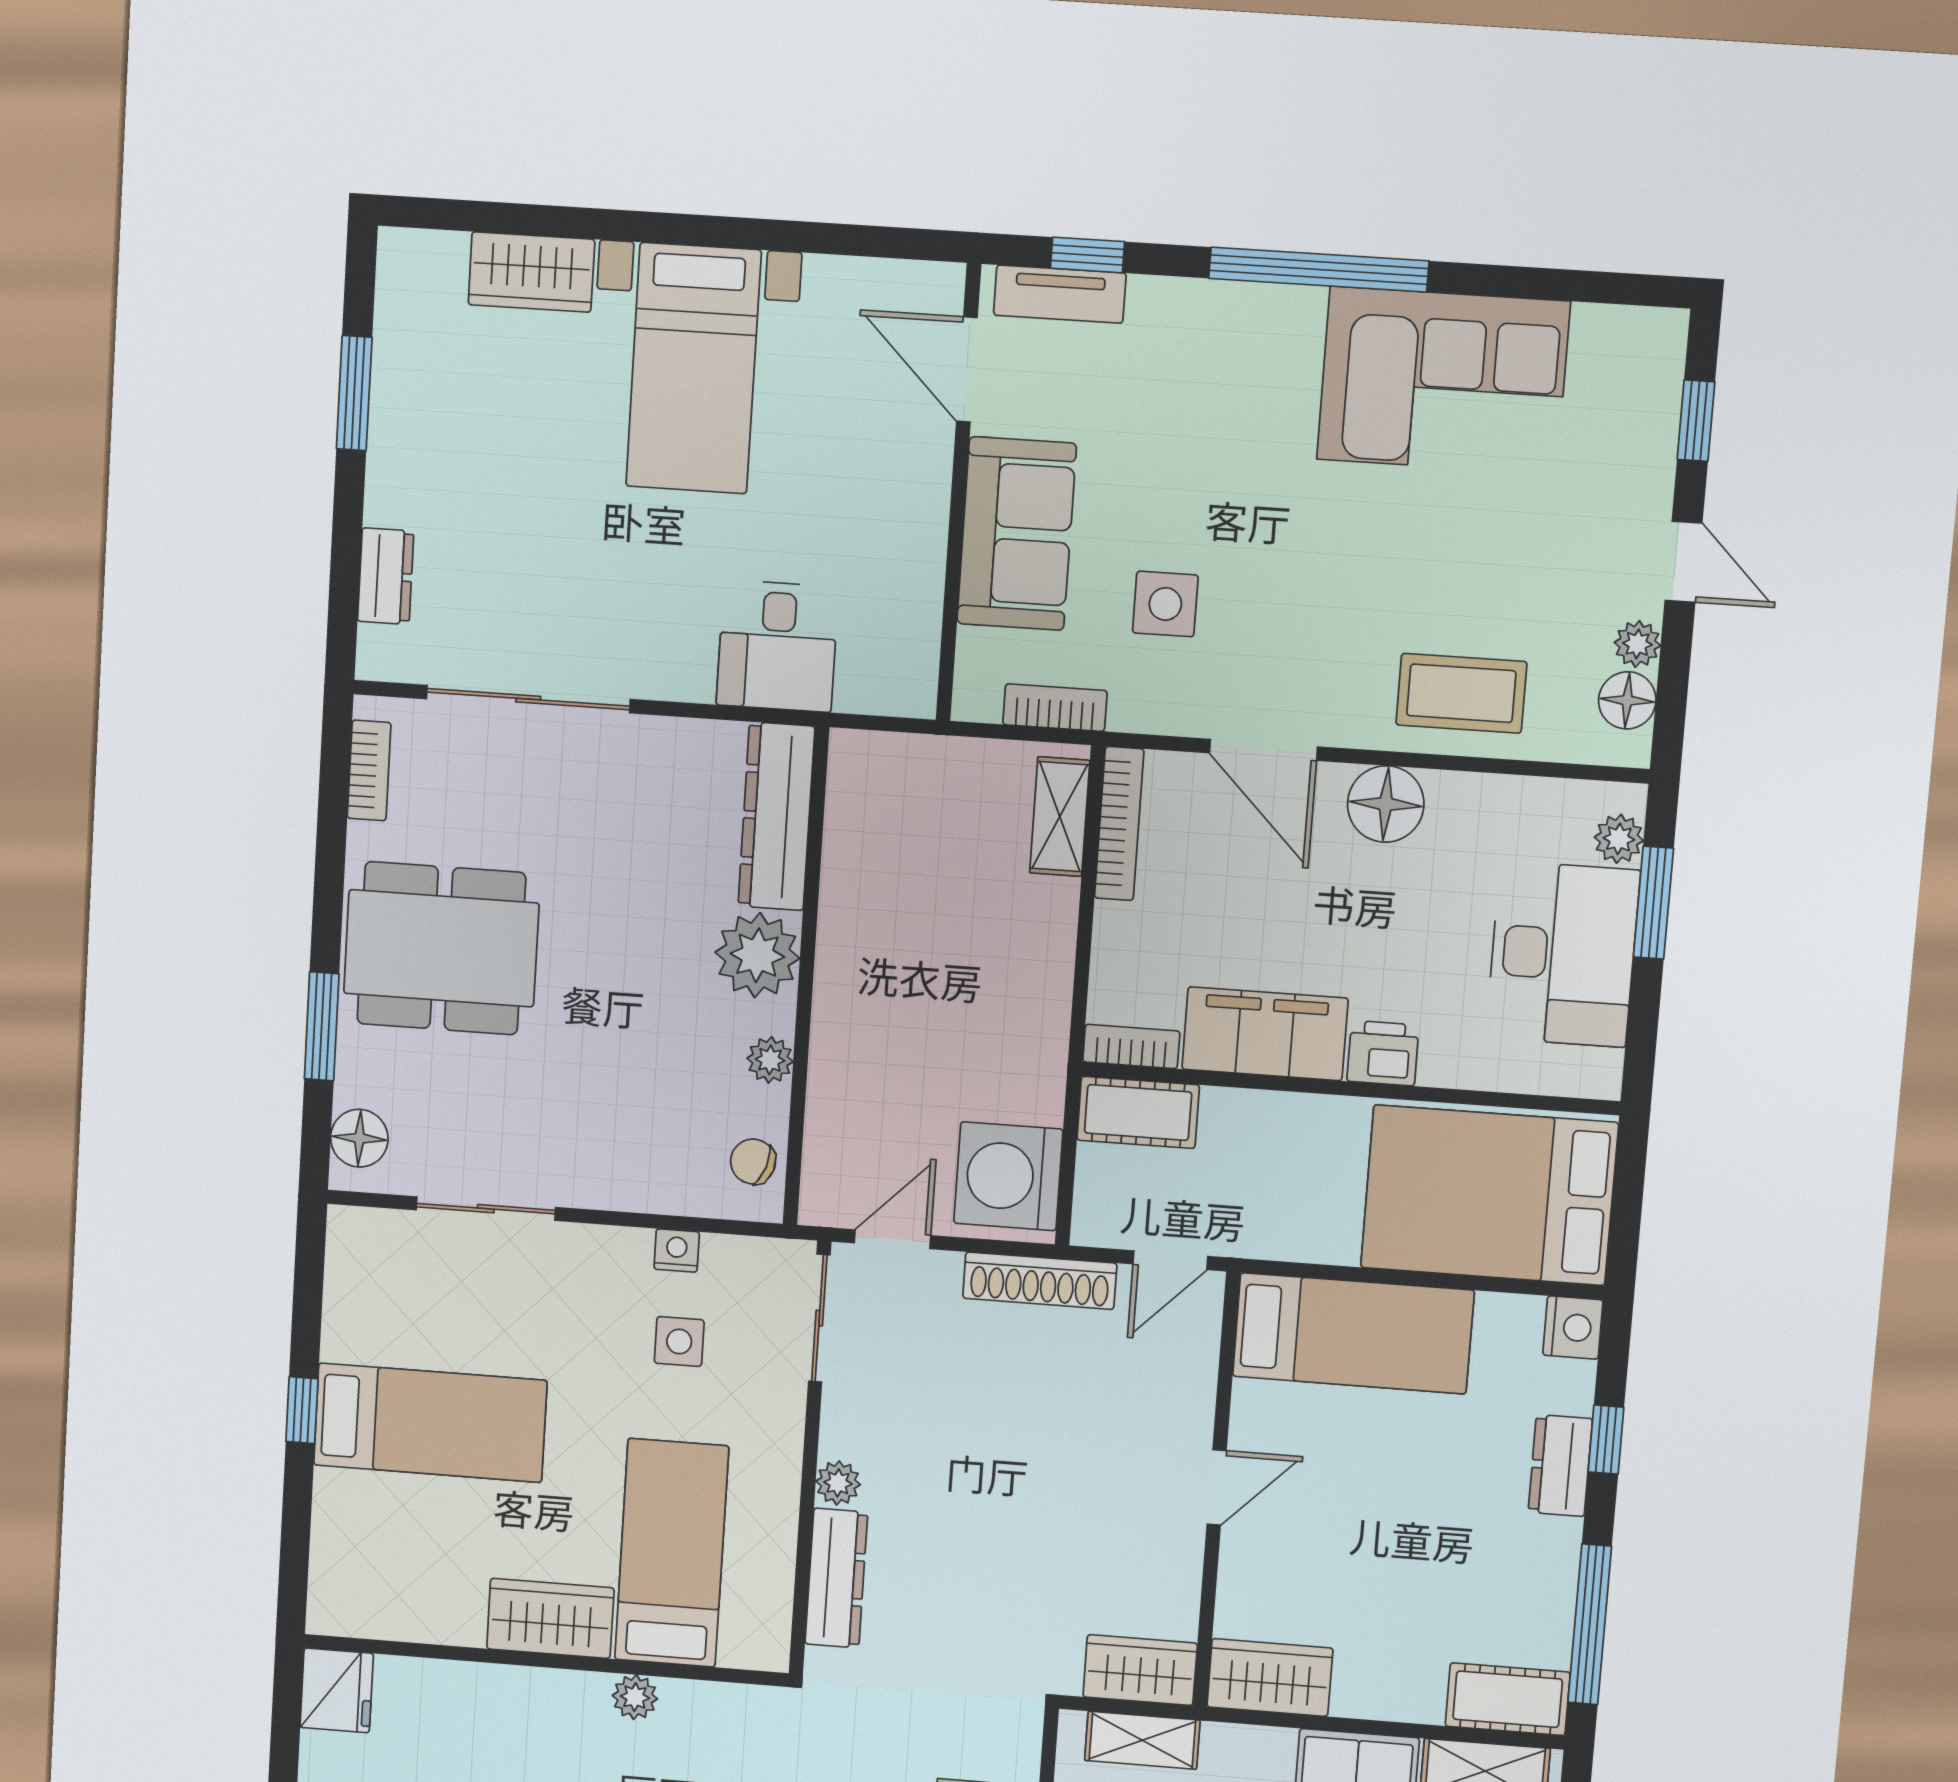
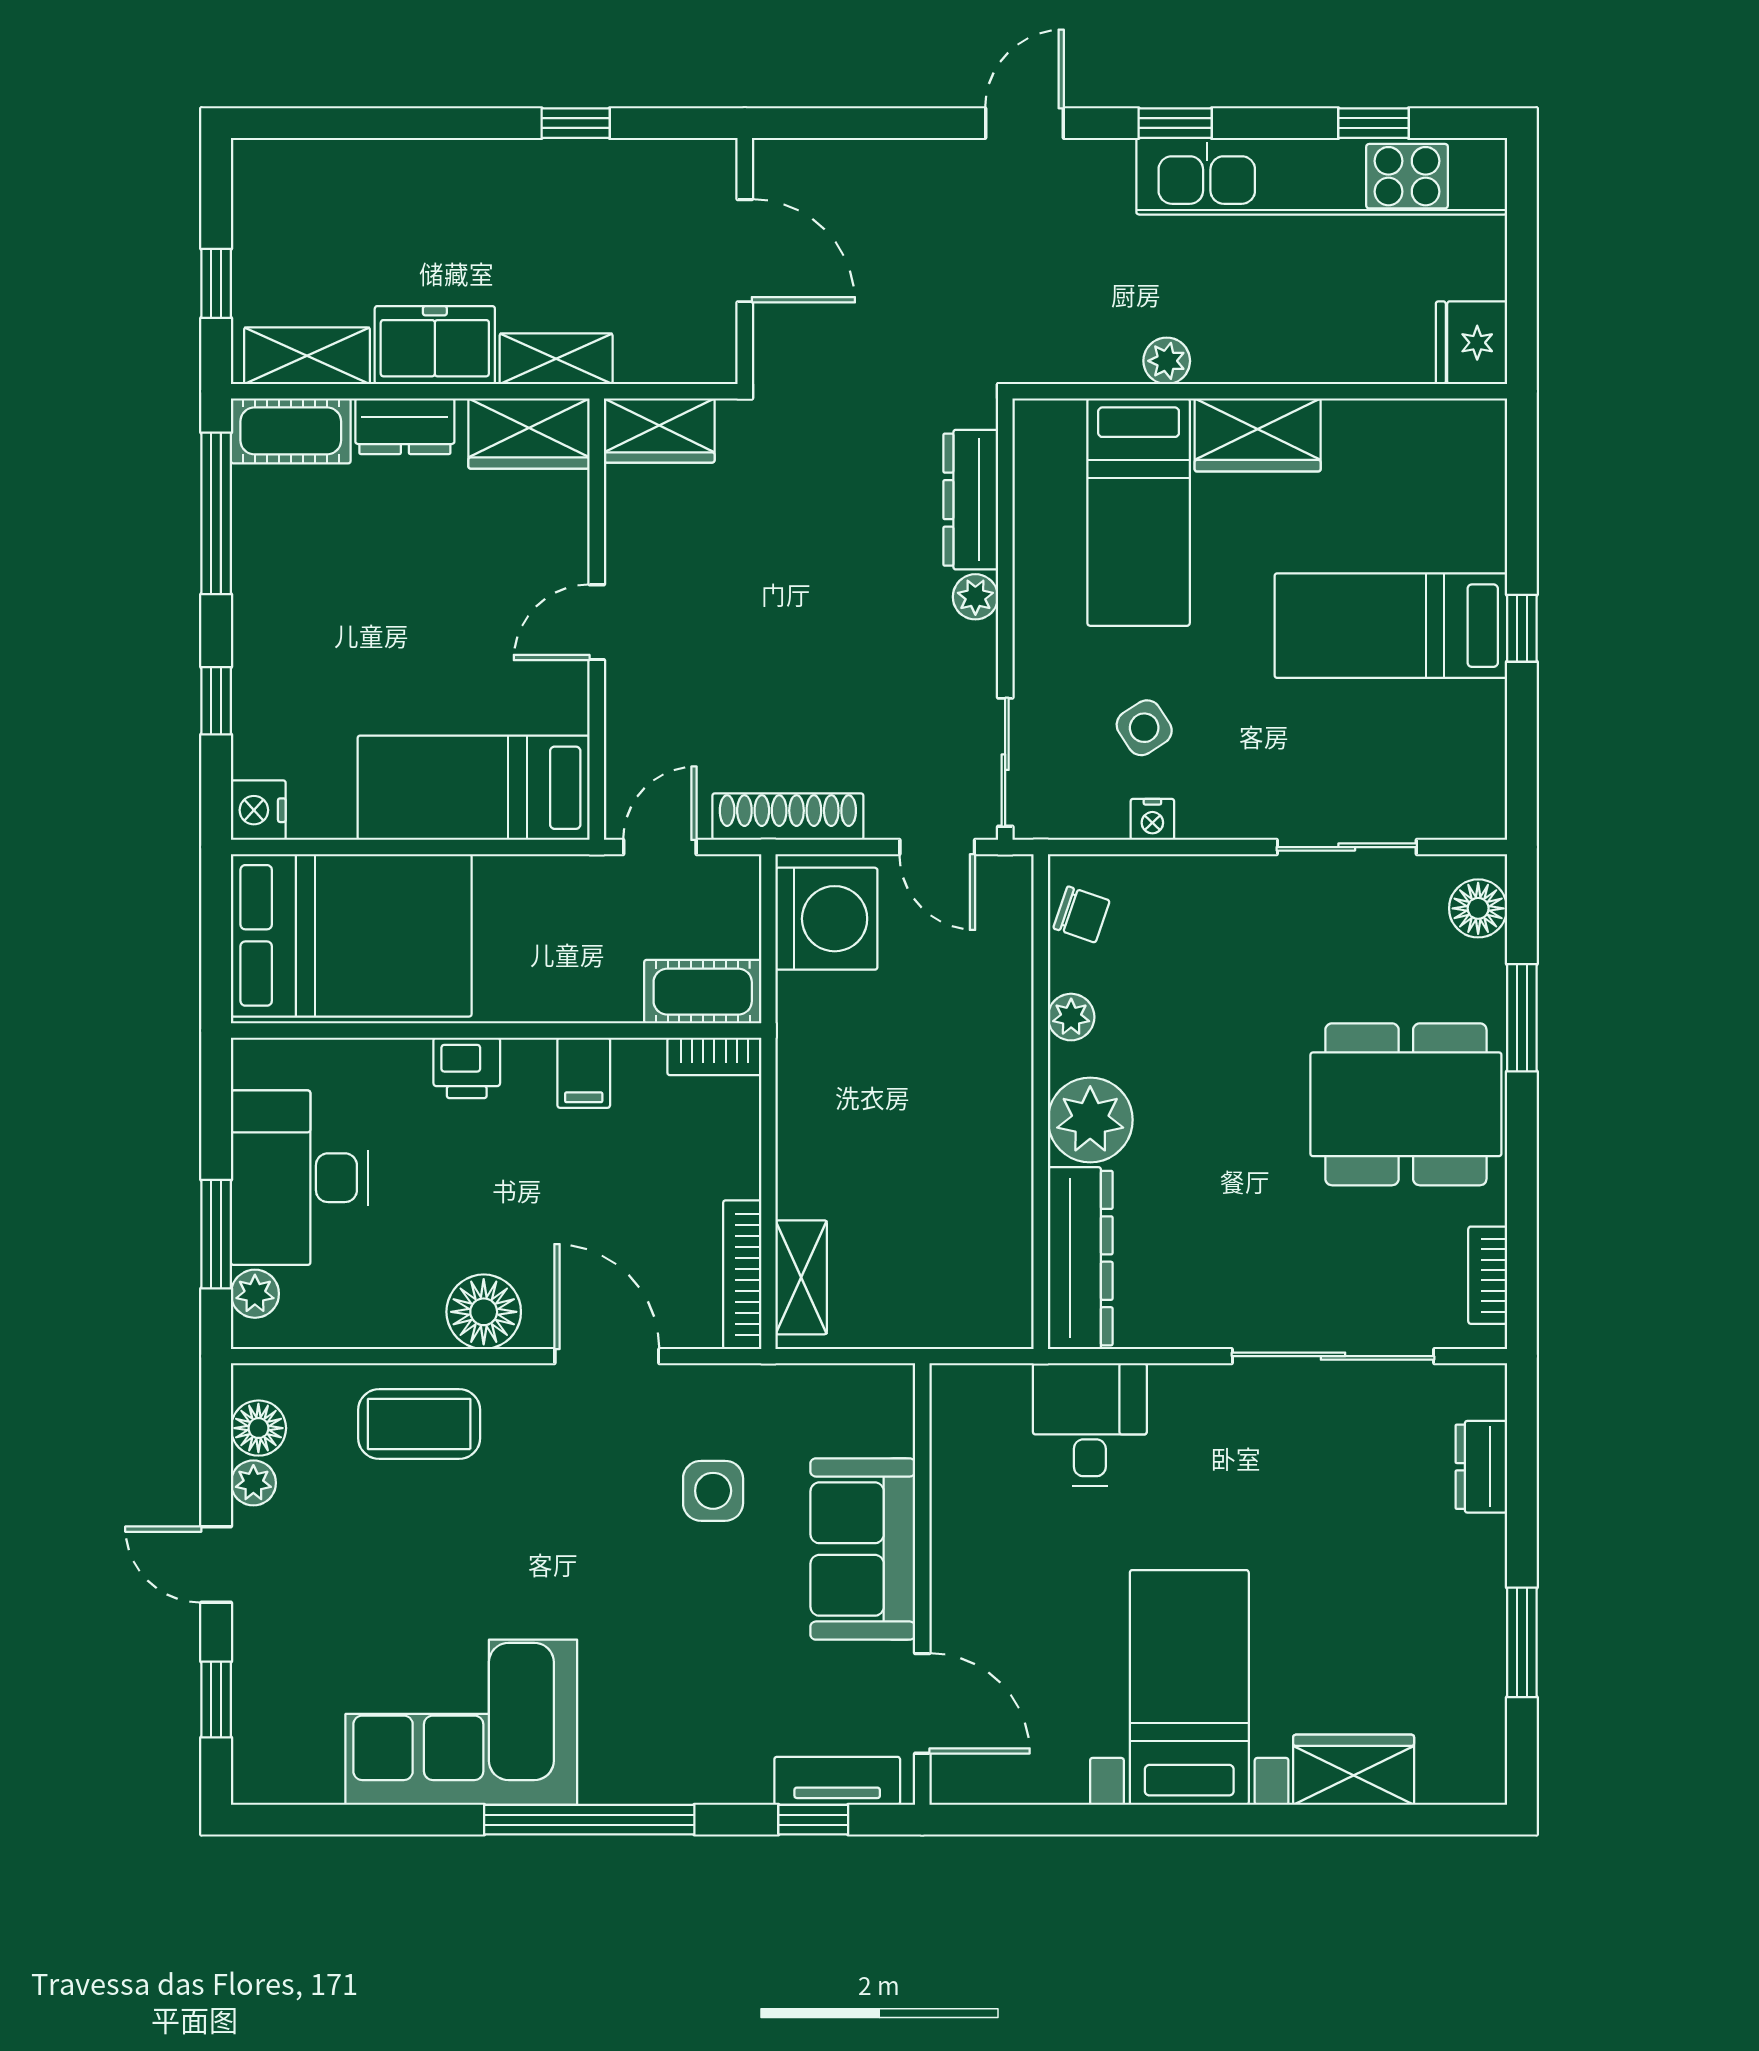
bookcase: (1055, 708) -> (813, 1383), removed
filing cabinet: (1265, 1034) -> (584, 1073), width x0.33, depth x0.86
door: (892, 1239) -> (937, 847), hinge flipped
side table: (679, 1342) -> (1144, 728), turned -33
dresser: (1560, 1466) -> (405, 426), moved, turned 90
shelving: (1142, 1740) -> (556, 359), moved

